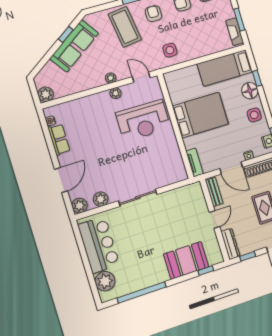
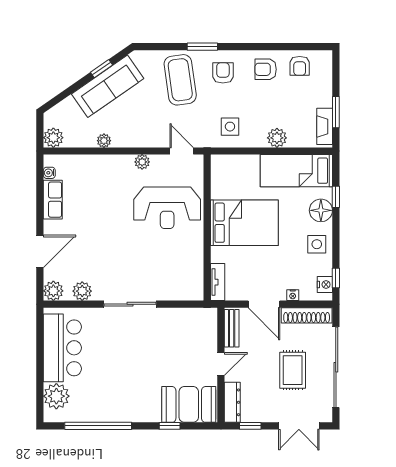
plant: (205, 49) -> (277, 138), added
plant: (111, 78) -> (104, 141), moved
booth: (186, 260) -> (189, 404), moved
window: (206, 271) -> (170, 426), moved

